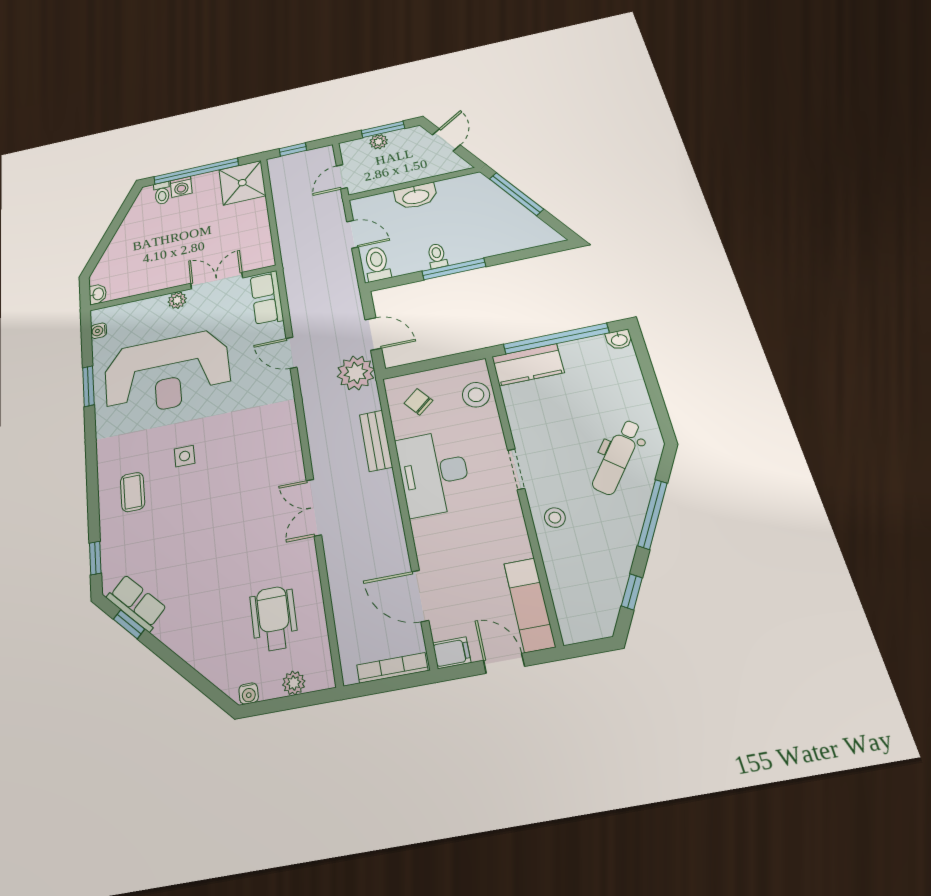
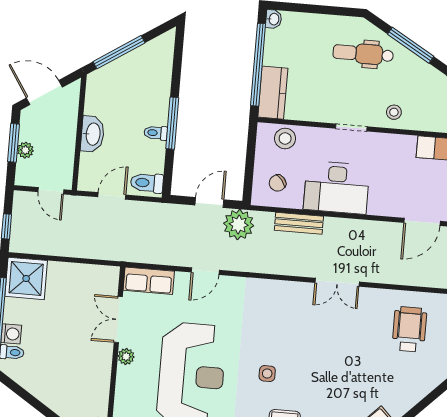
door: (446, 140) -> (44, 93), width x1.38
dental chair: (617, 457) -> (363, 54), turned 142
wheelchair: (274, 618) -> (409, 329), turned 90

